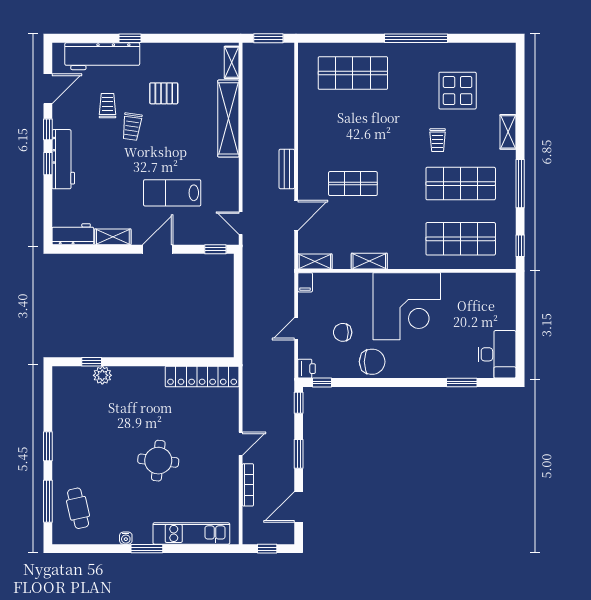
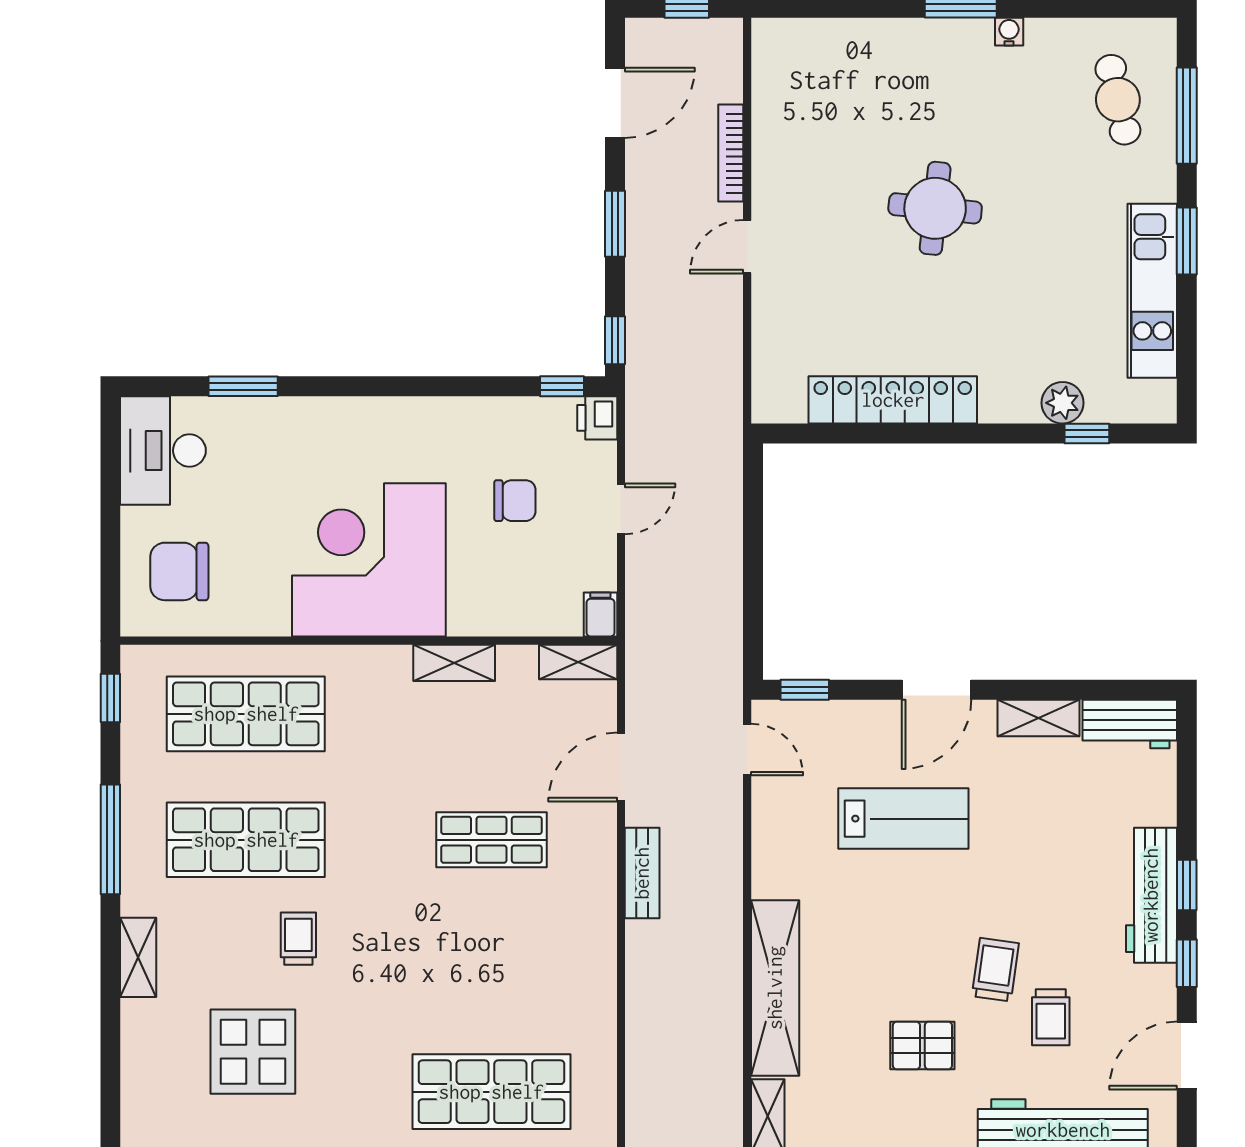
chair: (372, 362) -> (179, 571), moved
locker: (202, 377) -> (893, 400), moved
kitchen unit: (191, 533) -> (1152, 291), moved, turned 90

